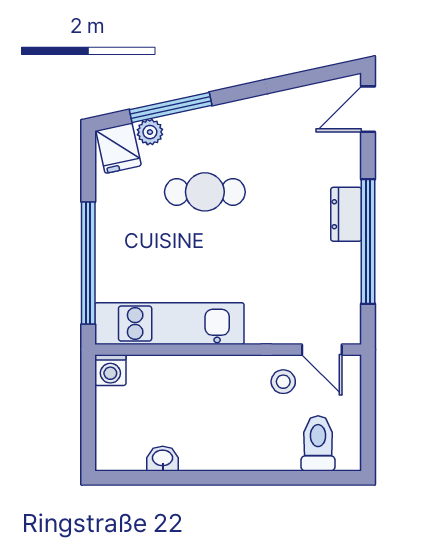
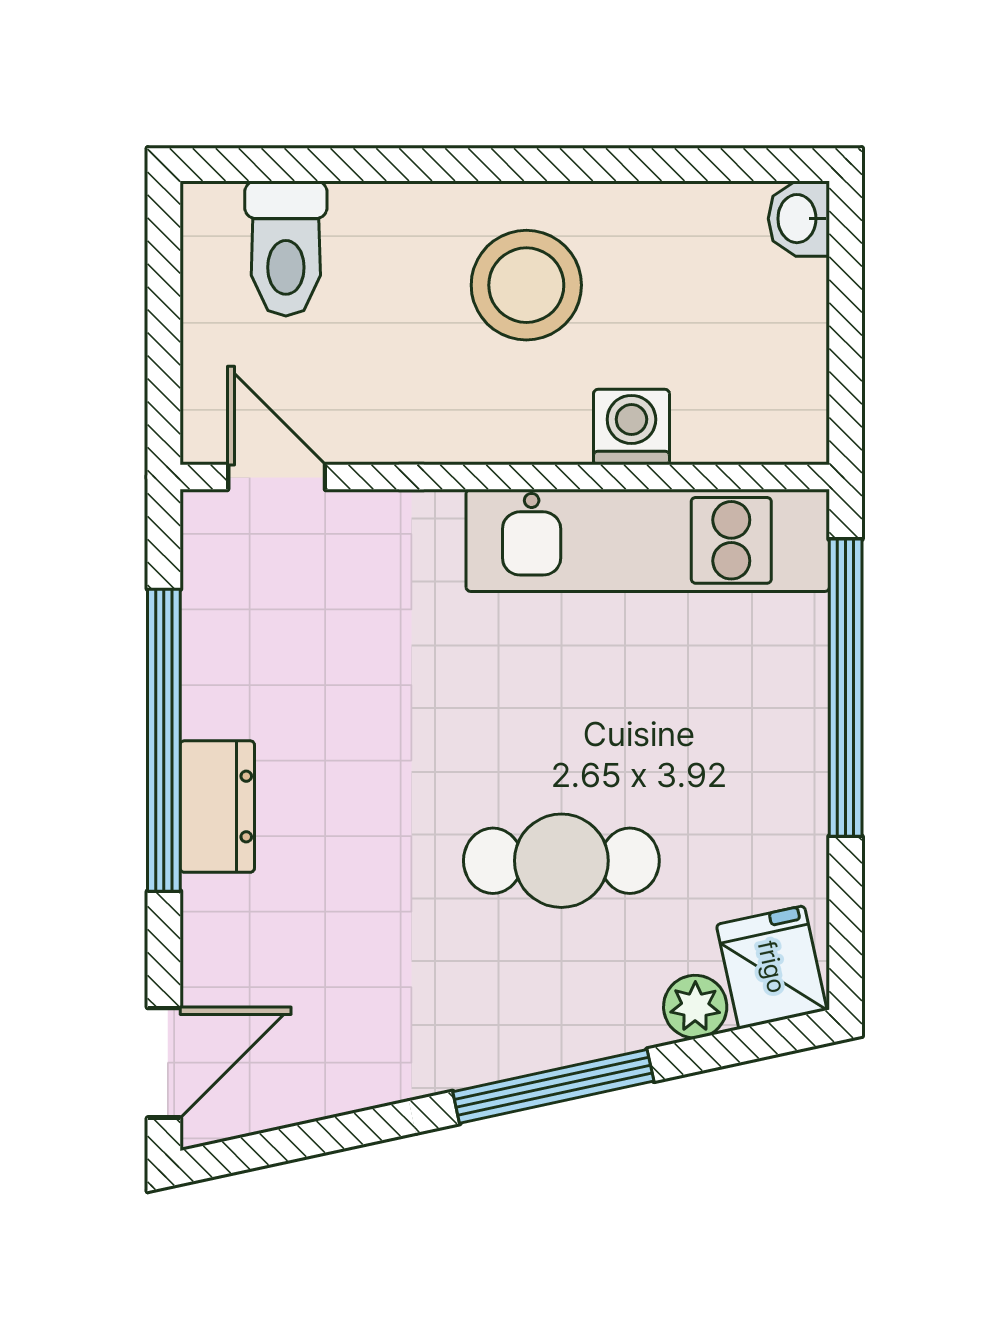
window: (171, 107) -> (553, 1086), moved
washing machine: (110, 370) -> (631, 427), moved
stool: (283, 382) -> (526, 285), moved, width x1.89, depth x1.89
washbasin: (163, 459) -> (799, 219), moved, turned 90

